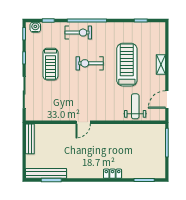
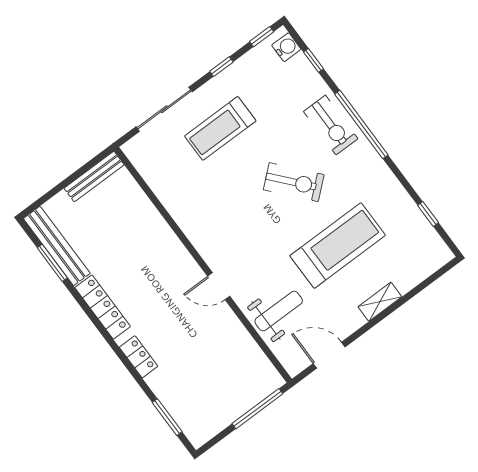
exercise bike: (90, 63) -> (294, 182), turned 139
treadmill: (51, 64) -> (220, 128), moved
door: (83, 122) -> (219, 286), moved
locker: (83, 173) -> (103, 307), added

